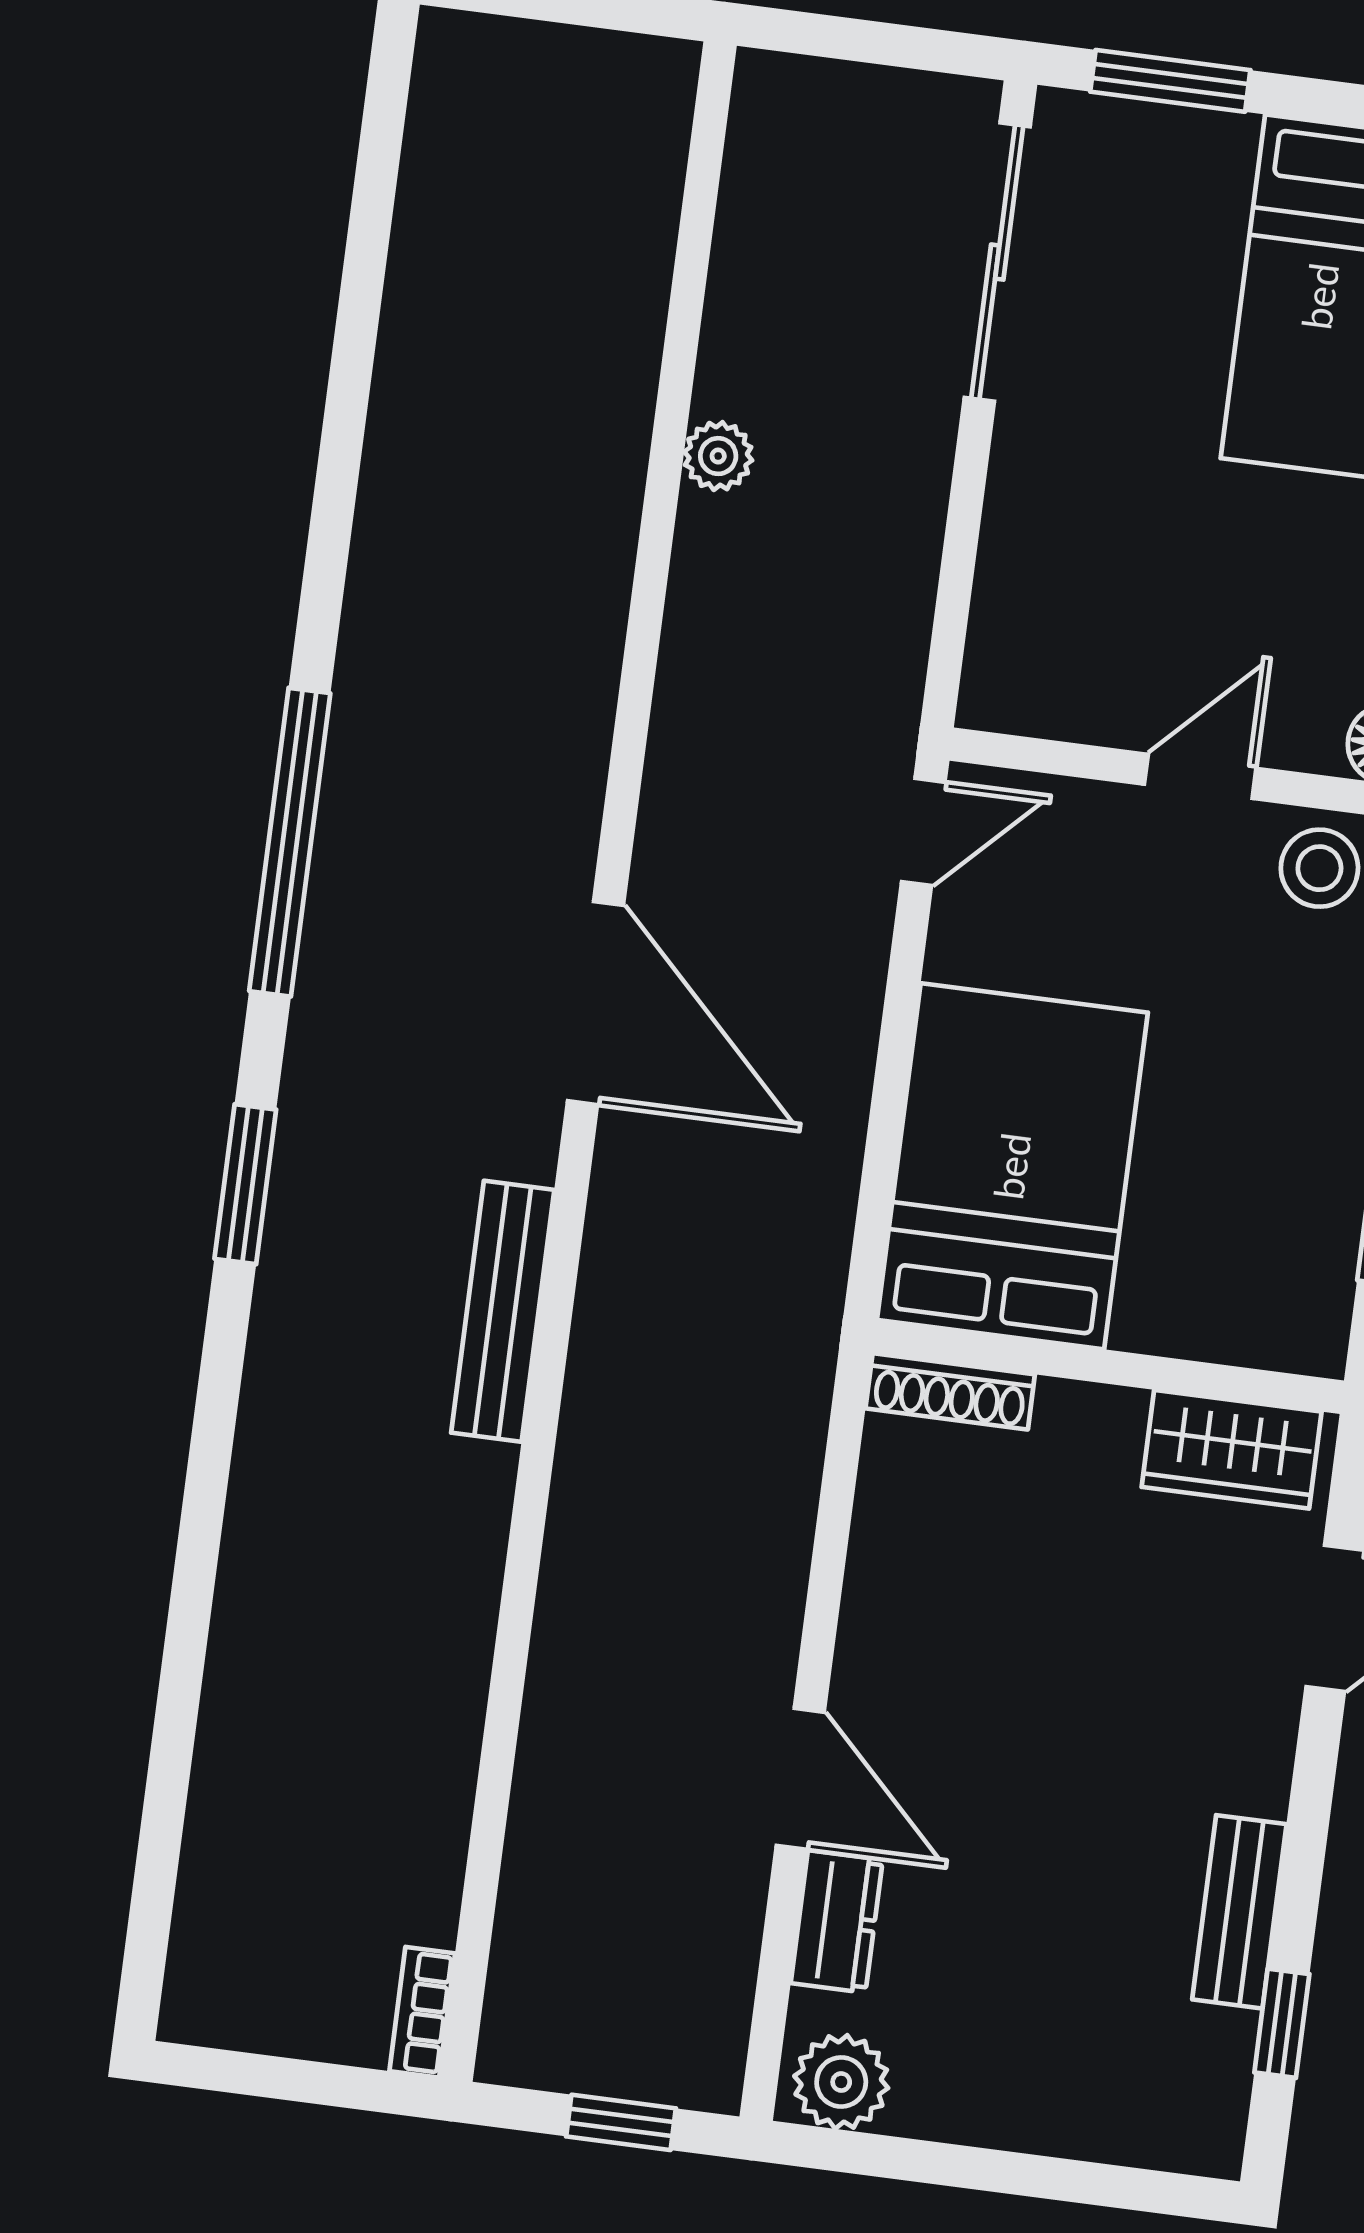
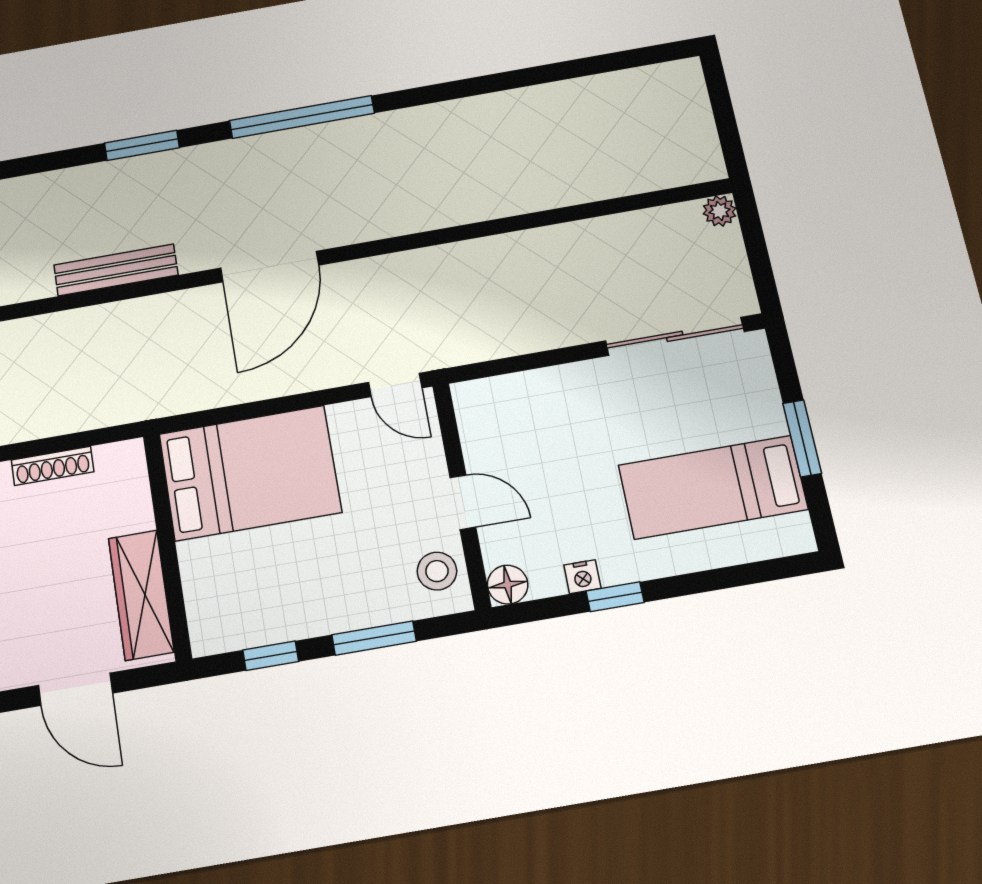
window: (1170, 81) -> (802, 438), moved
plant: (718, 456) -> (720, 211), moved
shoe rack: (950, 1391) -> (53, 466), moved, turned -90
wardrobe: (1232, 1449) -> (141, 595), width x1.50

